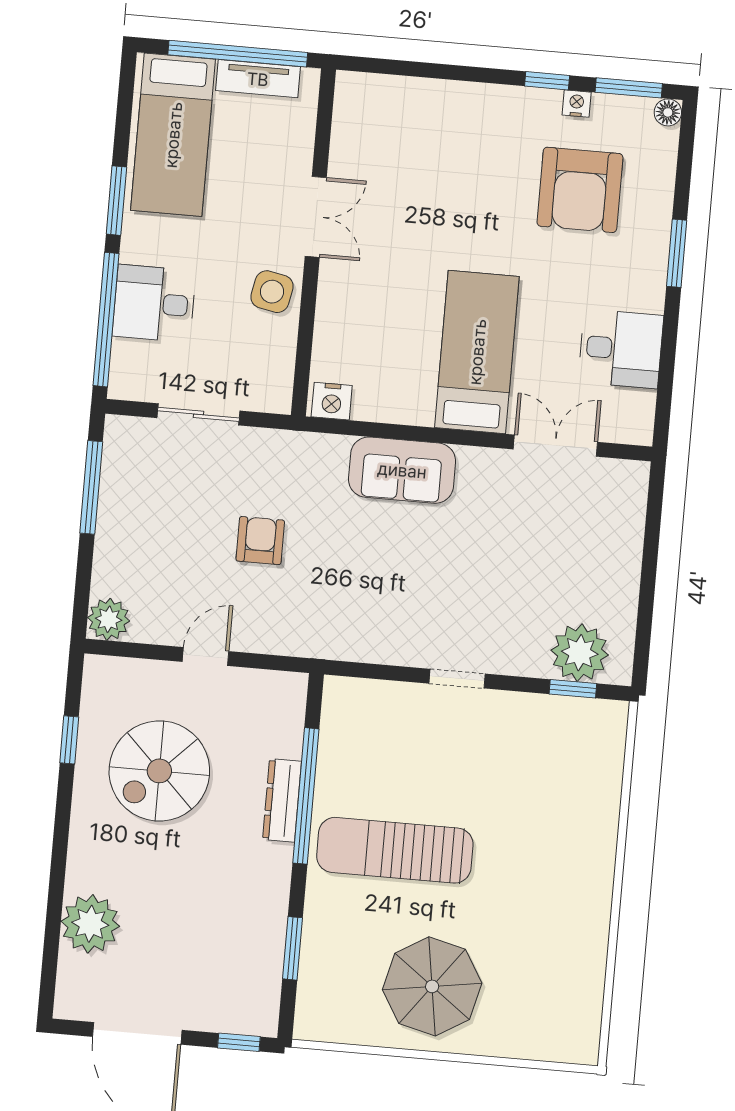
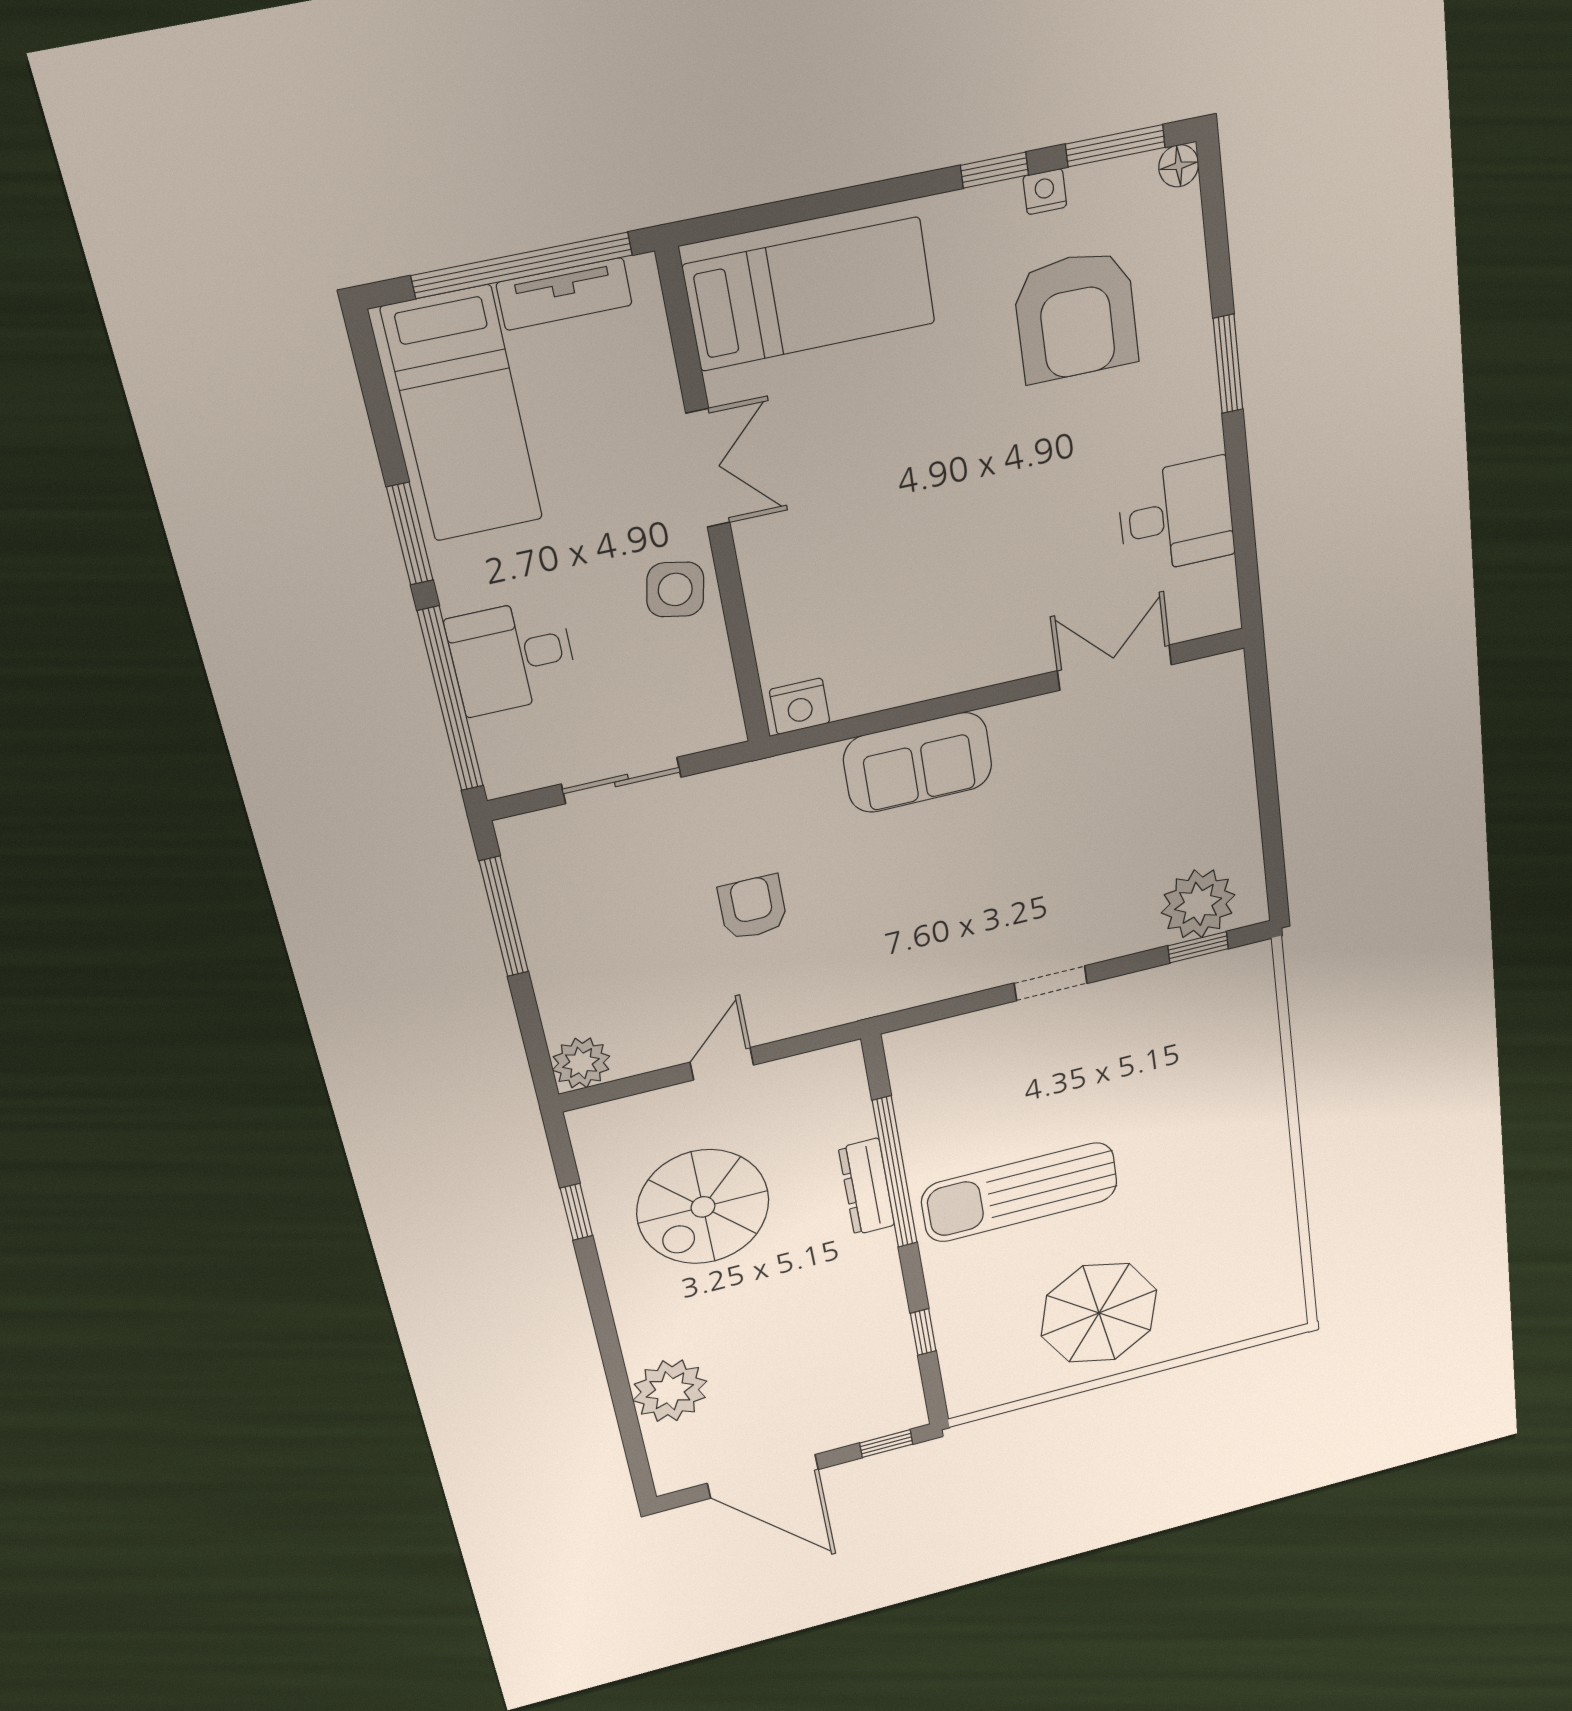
bed: (477, 352) -> (810, 294), moved, turned 90
window: (293, 948) -> (923, 1332), width x0.67

